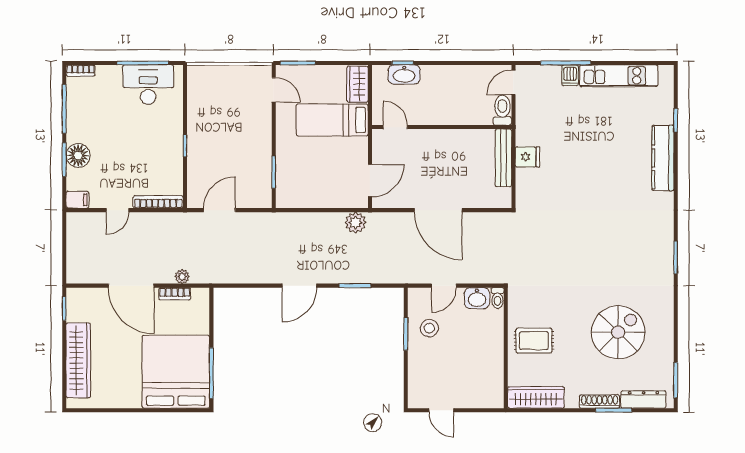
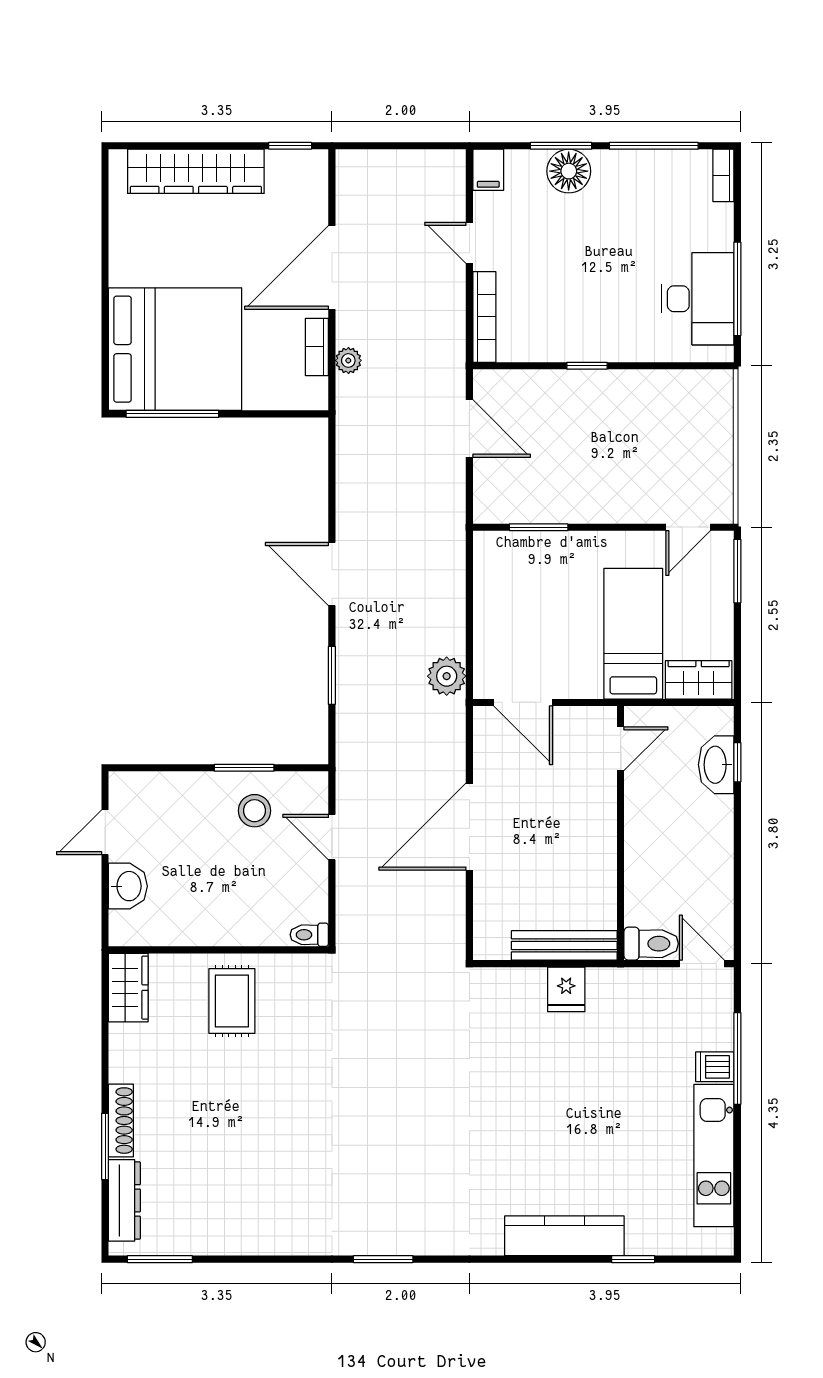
washbasin: (477, 298) -> (128, 886), moved, turned 180
spiral stairs: (618, 332) -> (247, 1154), removed
wardrobe: (536, 397) -> (128, 988), width x0.67

